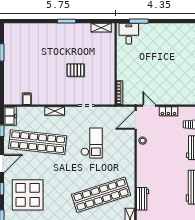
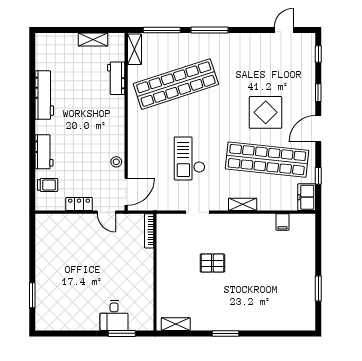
desk: (129, 34) -> (114, 316), moved
display table: (28, 195) -> (266, 112), moved, width x0.73, depth x0.73

